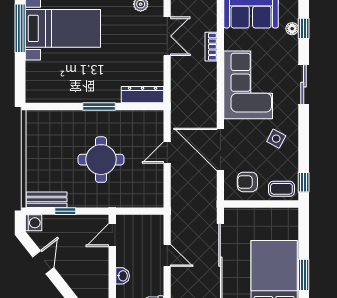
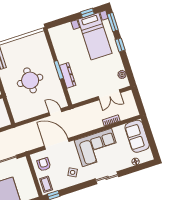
window: (20, 28) -> (87, 13), width x0.46
window: (304, 28) -> (138, 168), removed
dresser: (143, 95) -> (68, 75), moved
door: (220, 150) -> (57, 144), hinge flipped
door: (167, 152) -> (55, 112), moved

